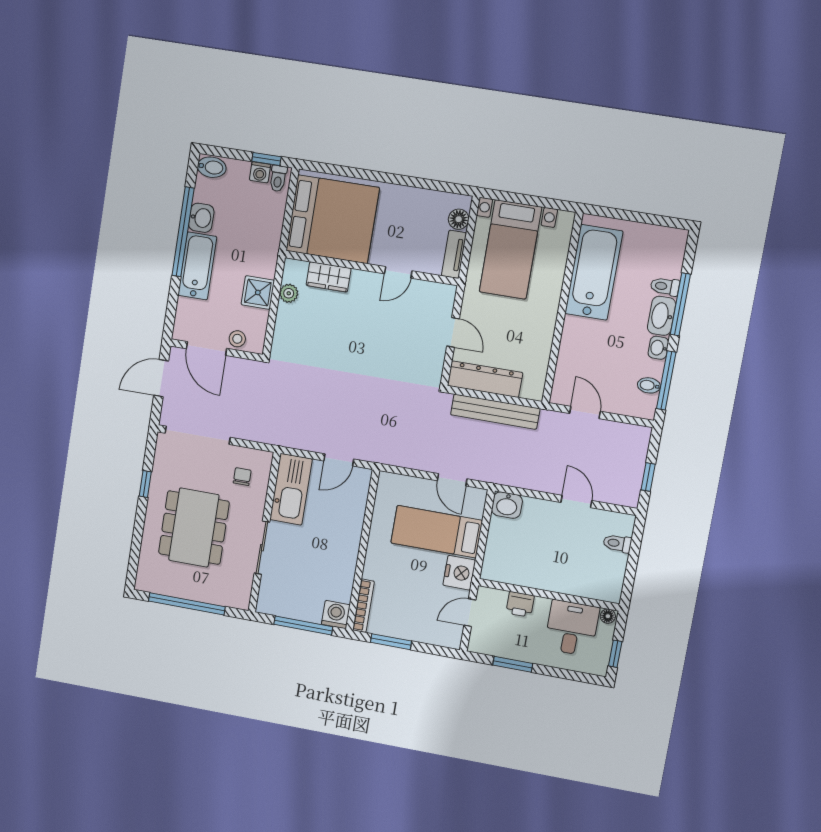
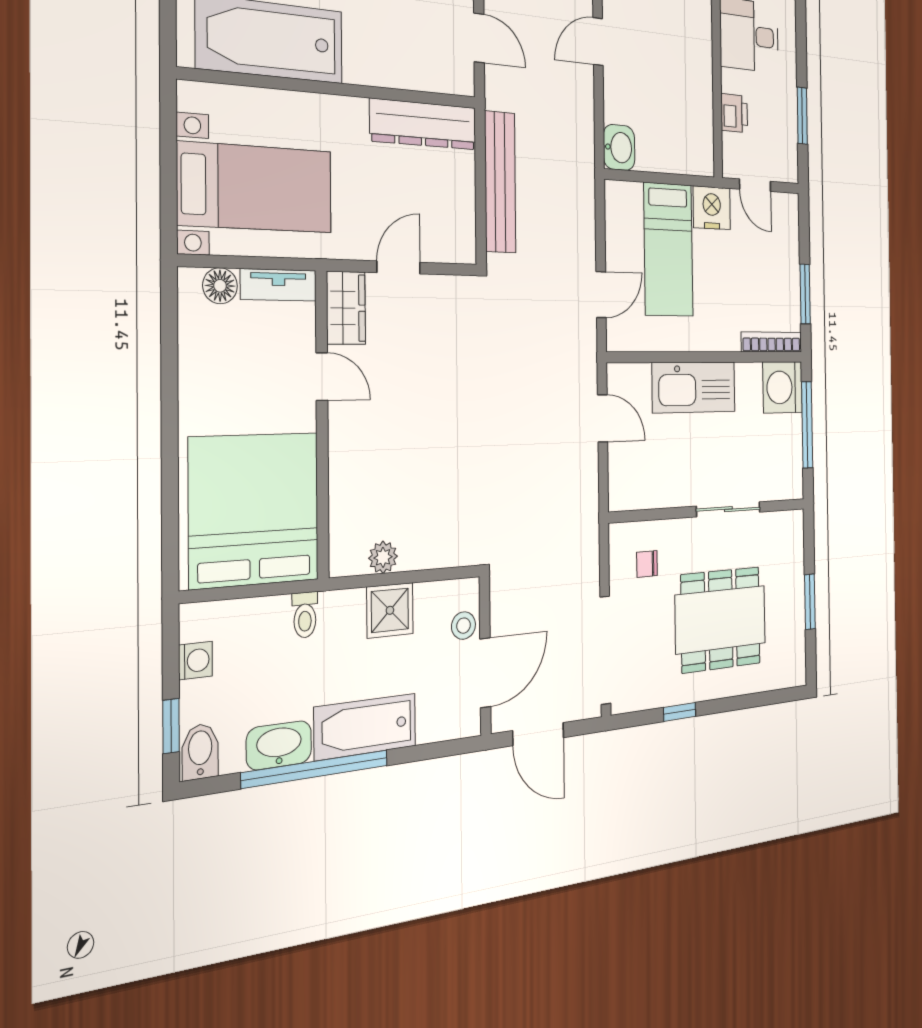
window: (266, 159) -> (171, 726), moved
toilet: (278, 178) -> (305, 615), moved, turned 90
washbasin: (201, 218) -> (279, 745), width x1.38
wardrobe: (329, 277) -> (346, 308), moved
dresser: (485, 379) -> (423, 124), moved, turned -90
door: (585, 412) -> (479, 38), swing flipped
door: (452, 480) -> (601, 295), moved
kitchen sink: (291, 489) -> (694, 387), moved, turned 180
window: (187, 604) -> (810, 602), width x0.47
washing machine: (336, 615) -> (783, 387), width x1.37, depth x1.37

